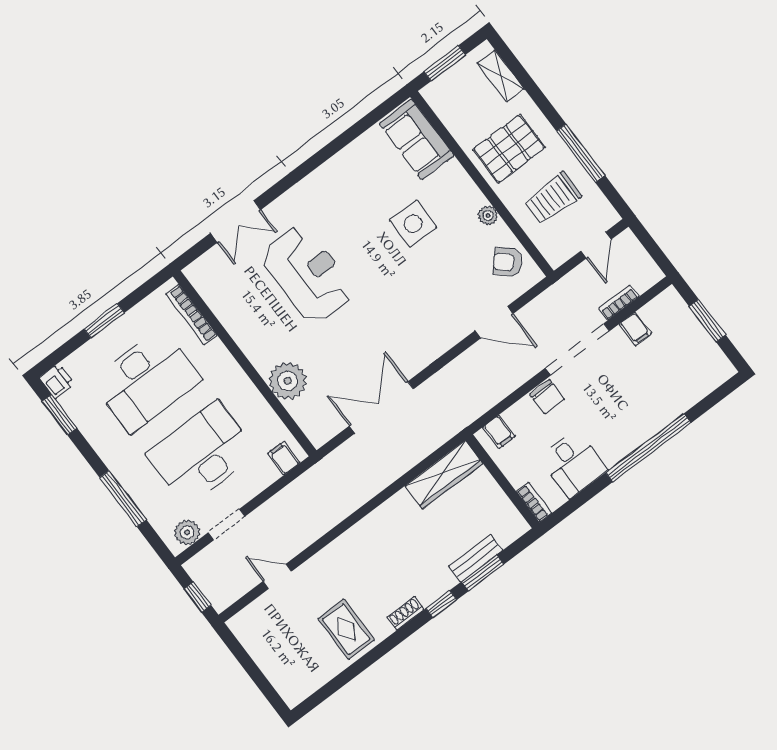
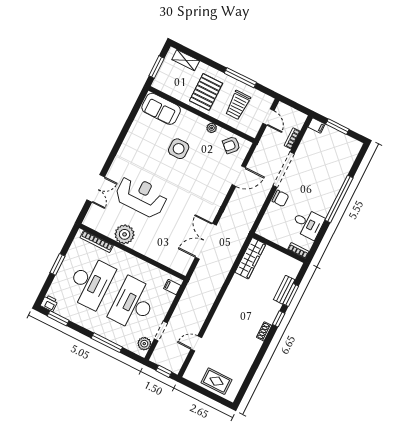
filing cabinet: (635, 329) -> (317, 125), moved
plant: (288, 381) -> (125, 234), moved
filing cabinet: (499, 432) -> (266, 226), removed
rug: (346, 629) -> (216, 381), moved

